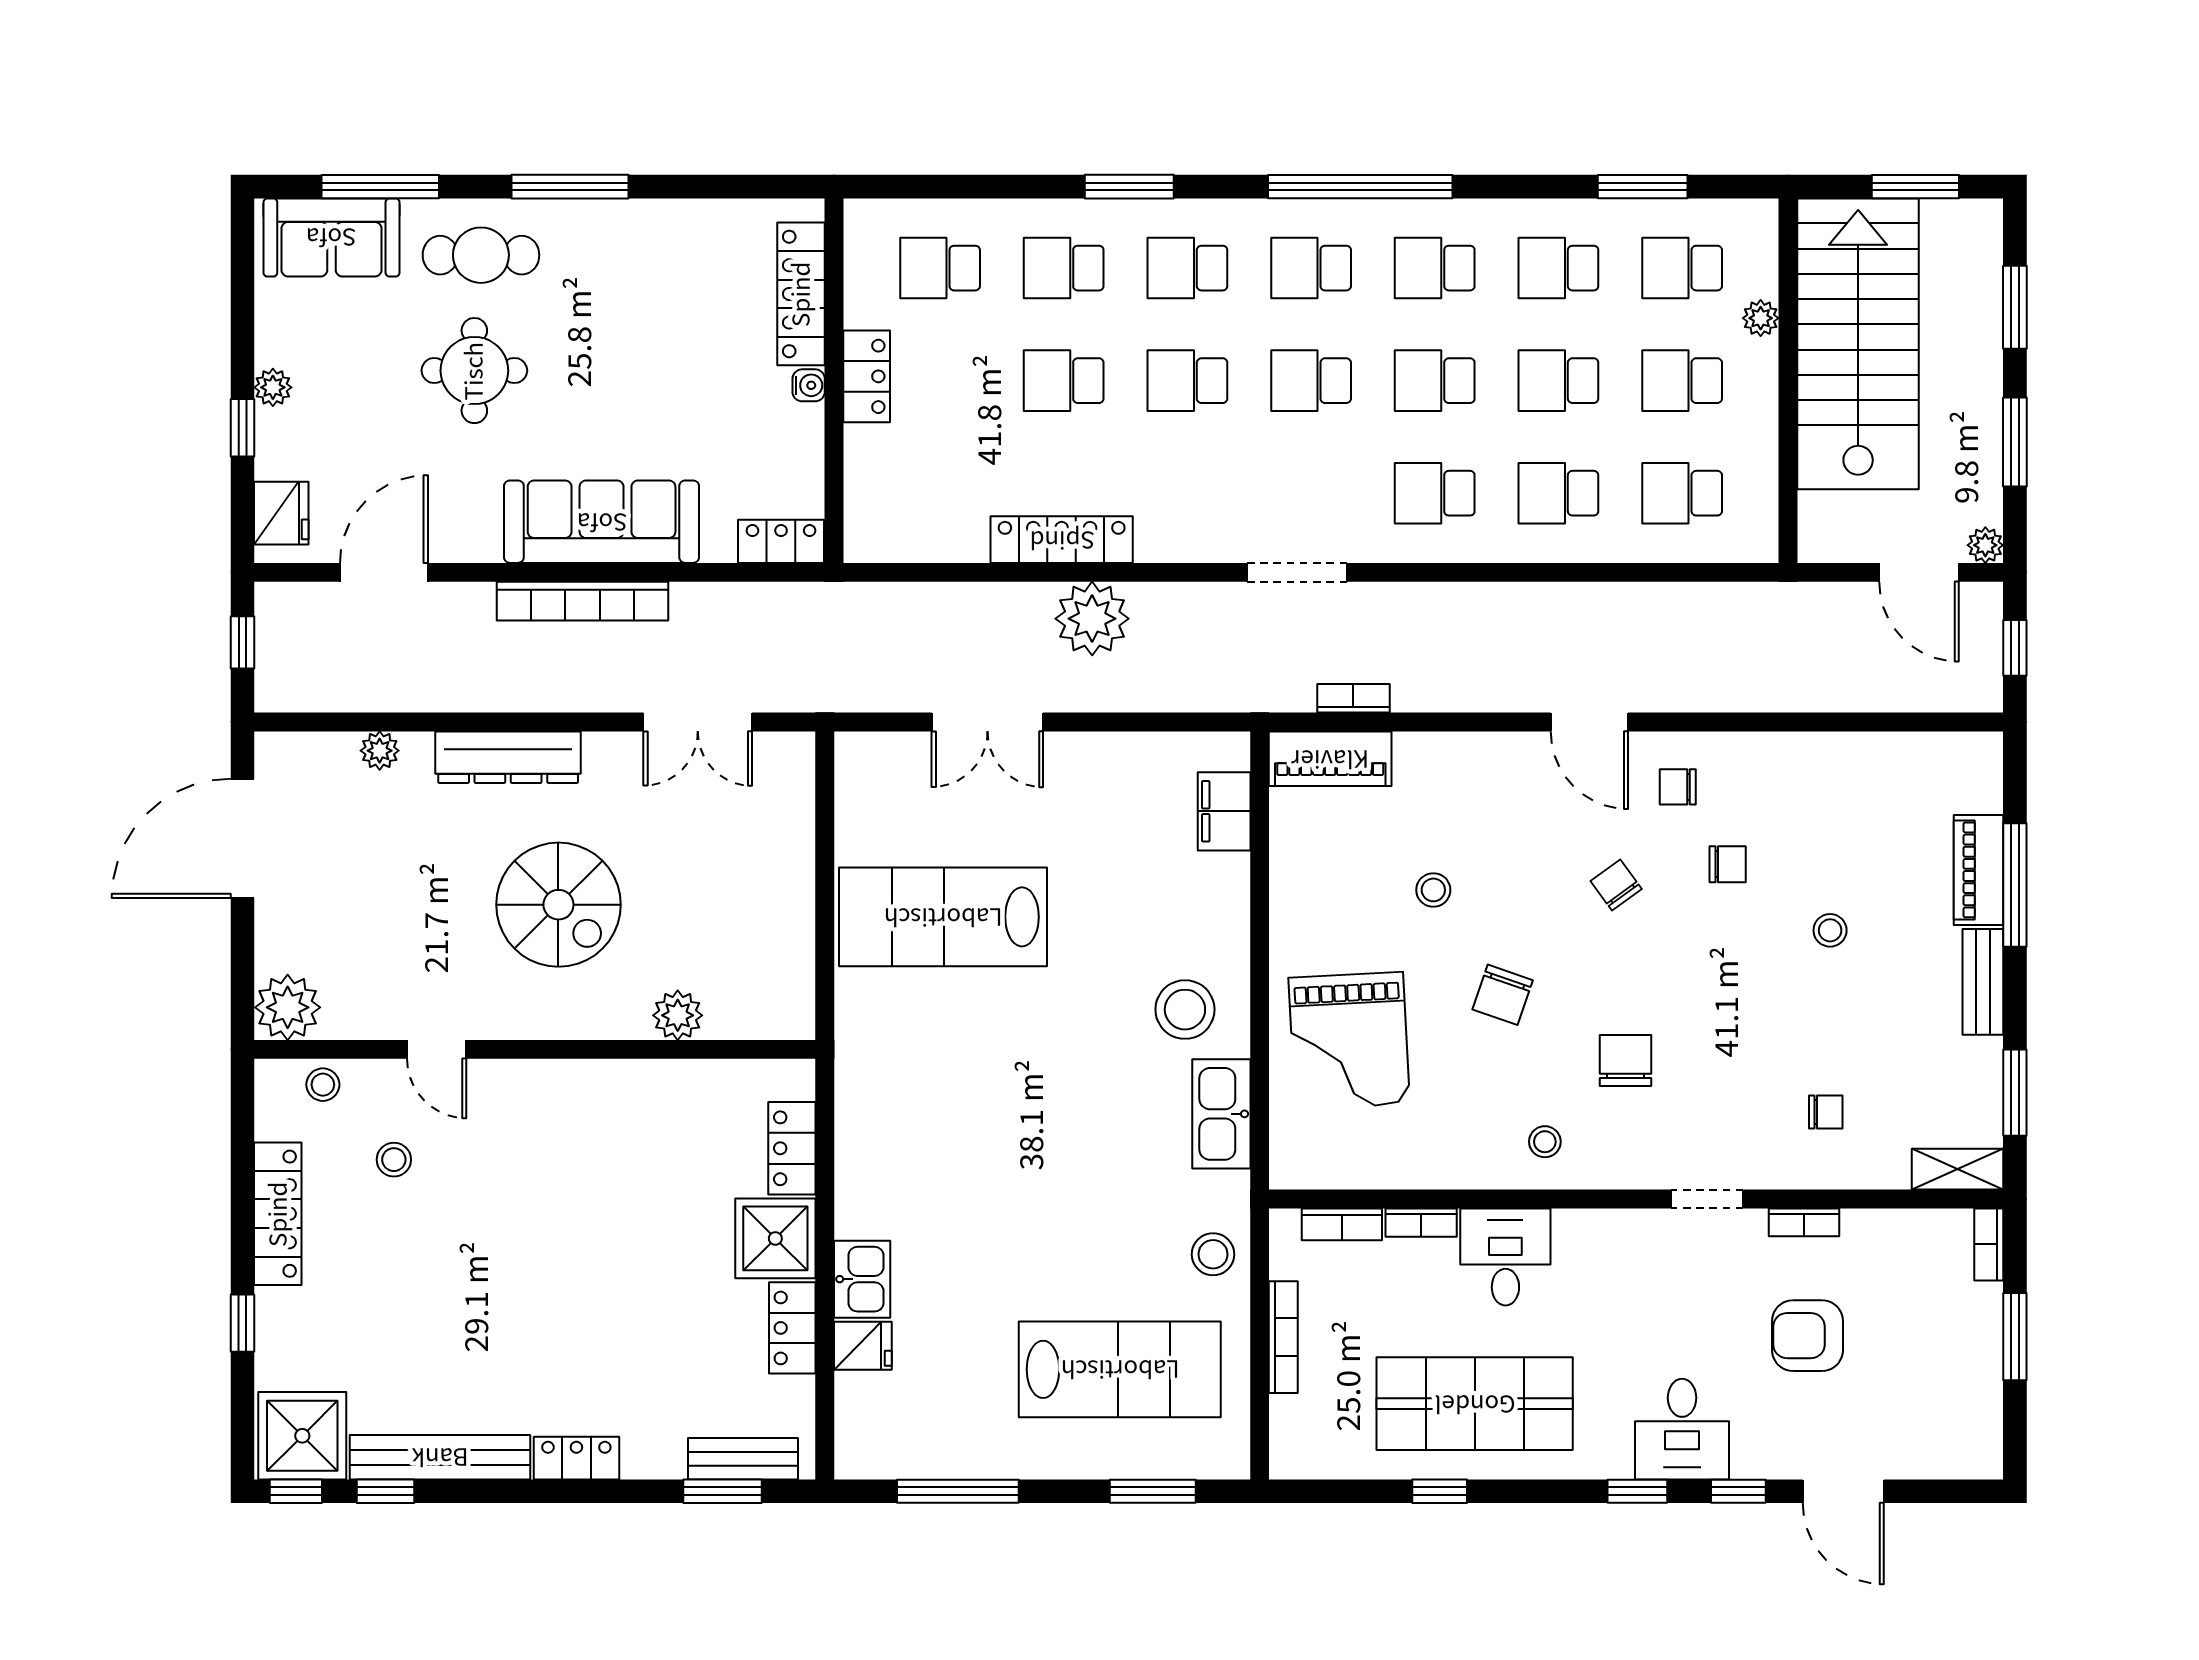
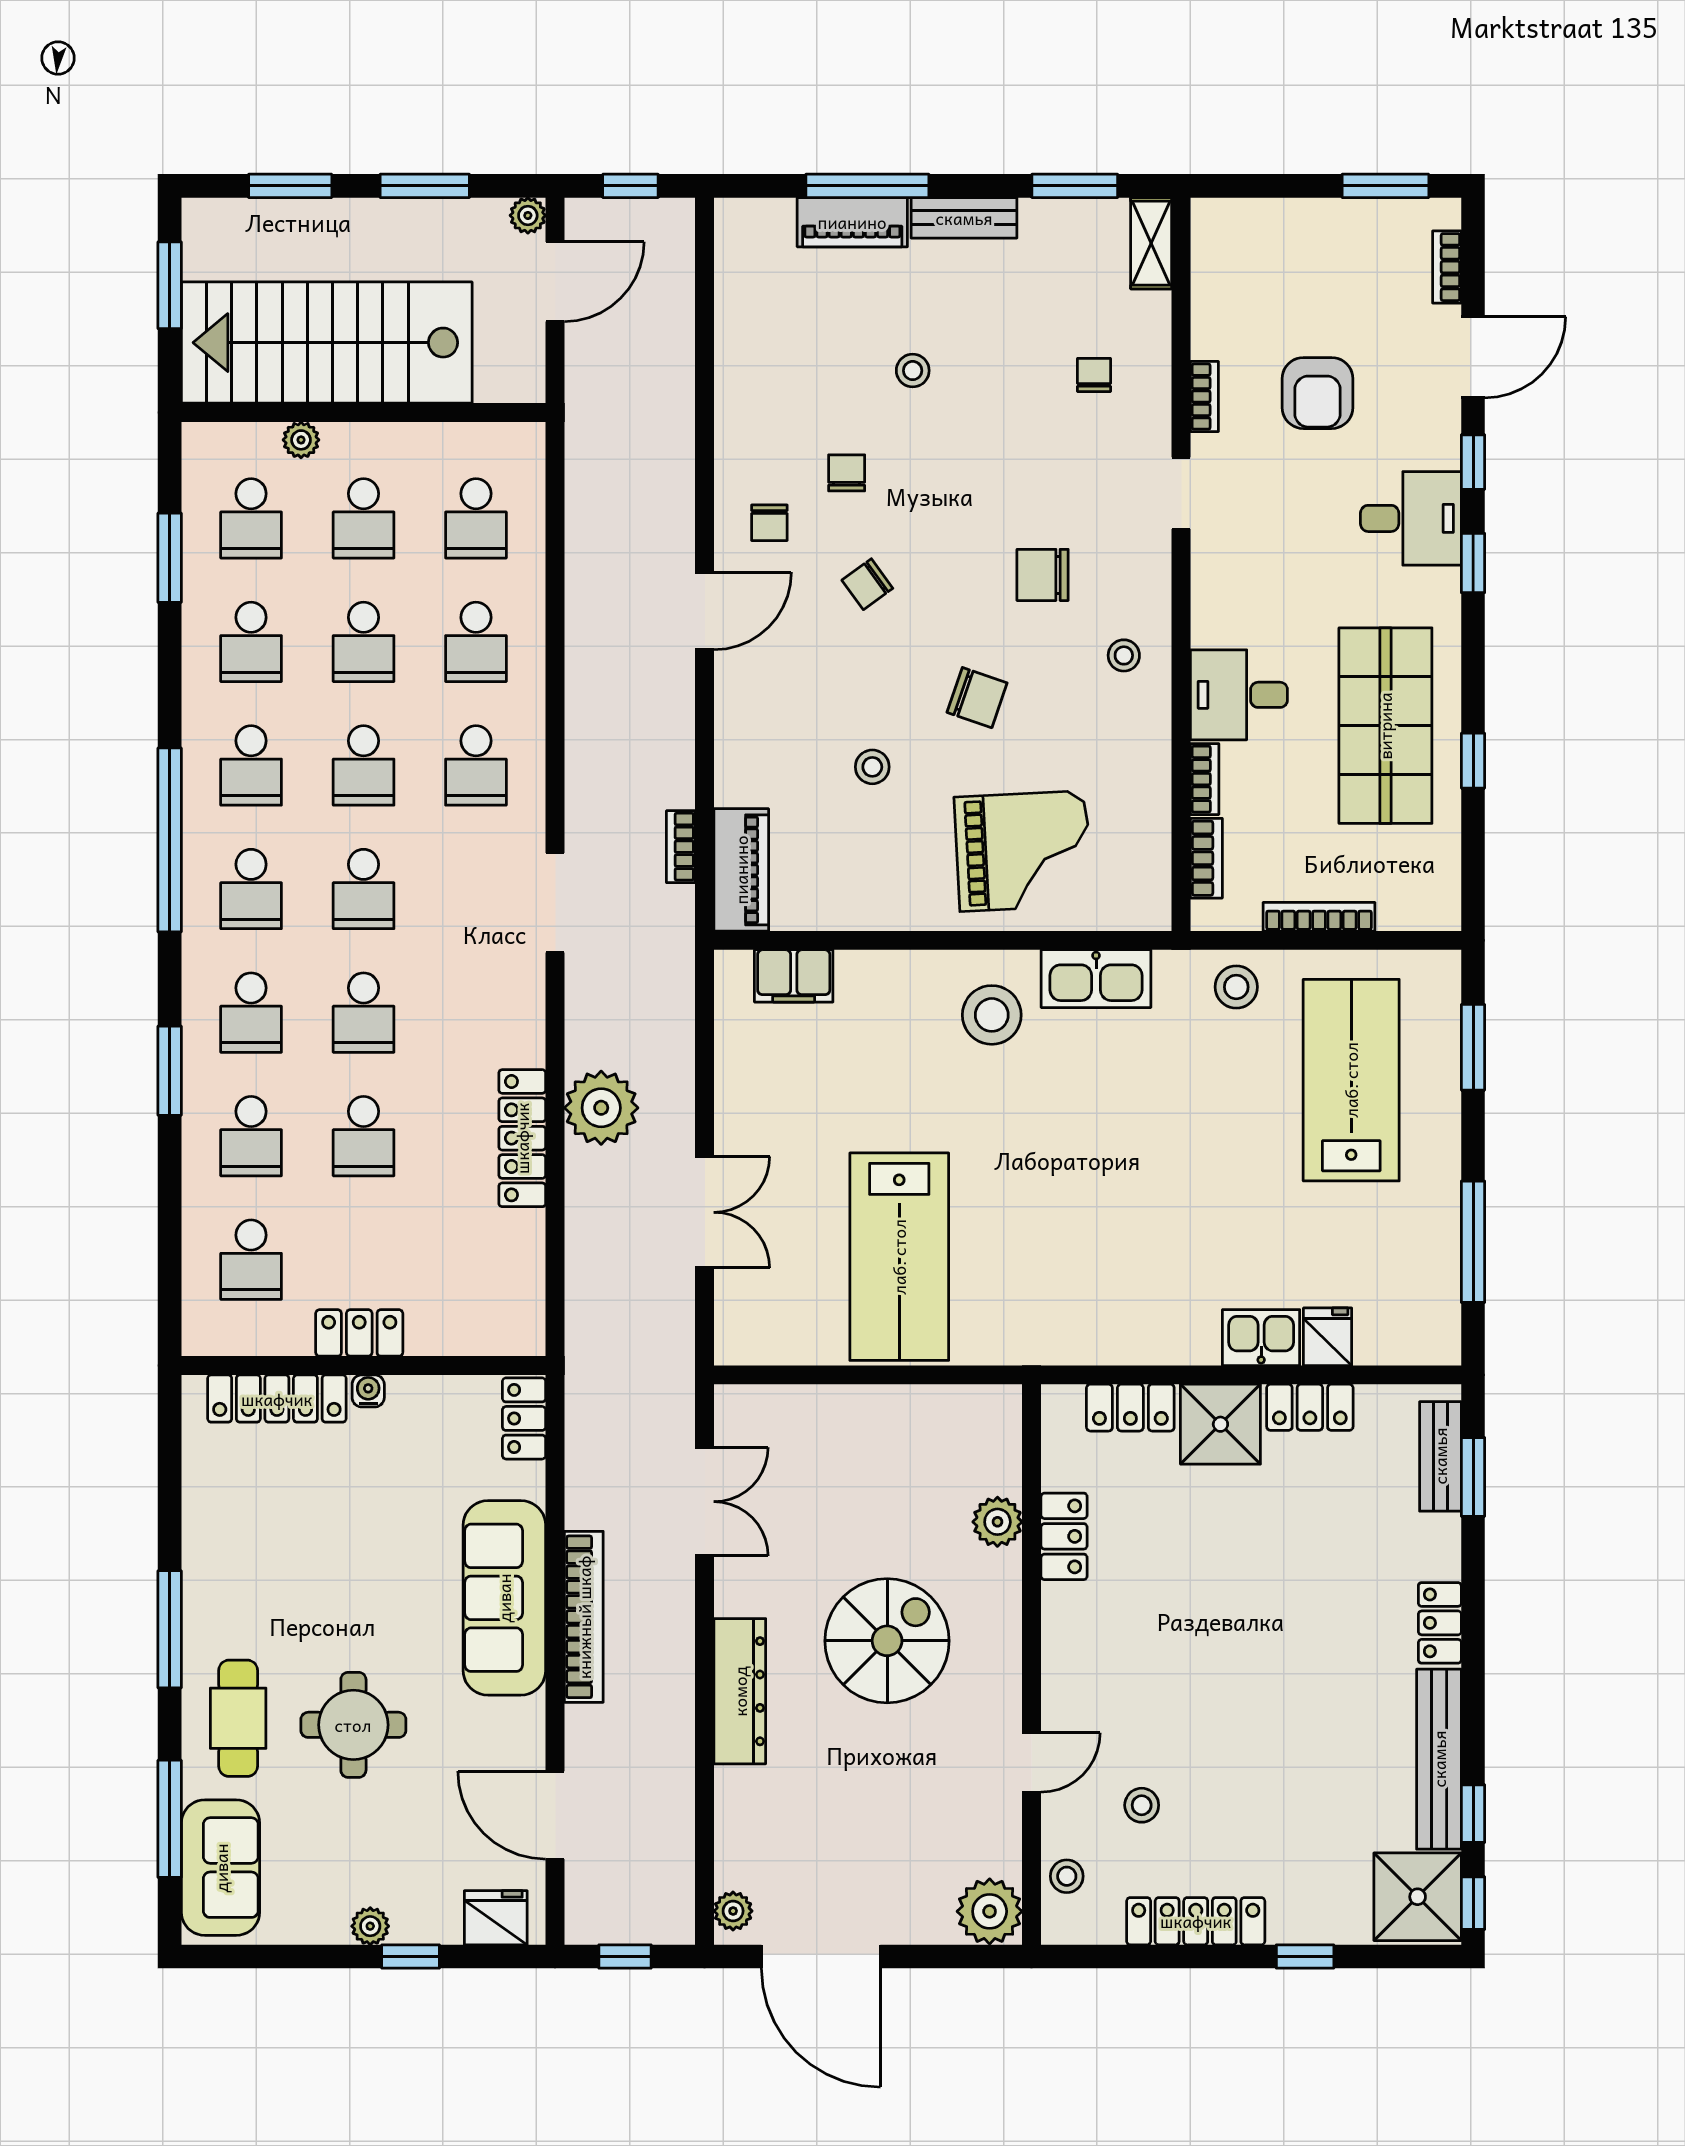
plant: (380, 751) -> (733, 1911), moved
locker: (663, 1082) -> (1064, 1536), added
bookcase: (1989, 1244) -> (1447, 267), moved, turned 90
window: (2015, 1337) -> (1385, 186), moved

